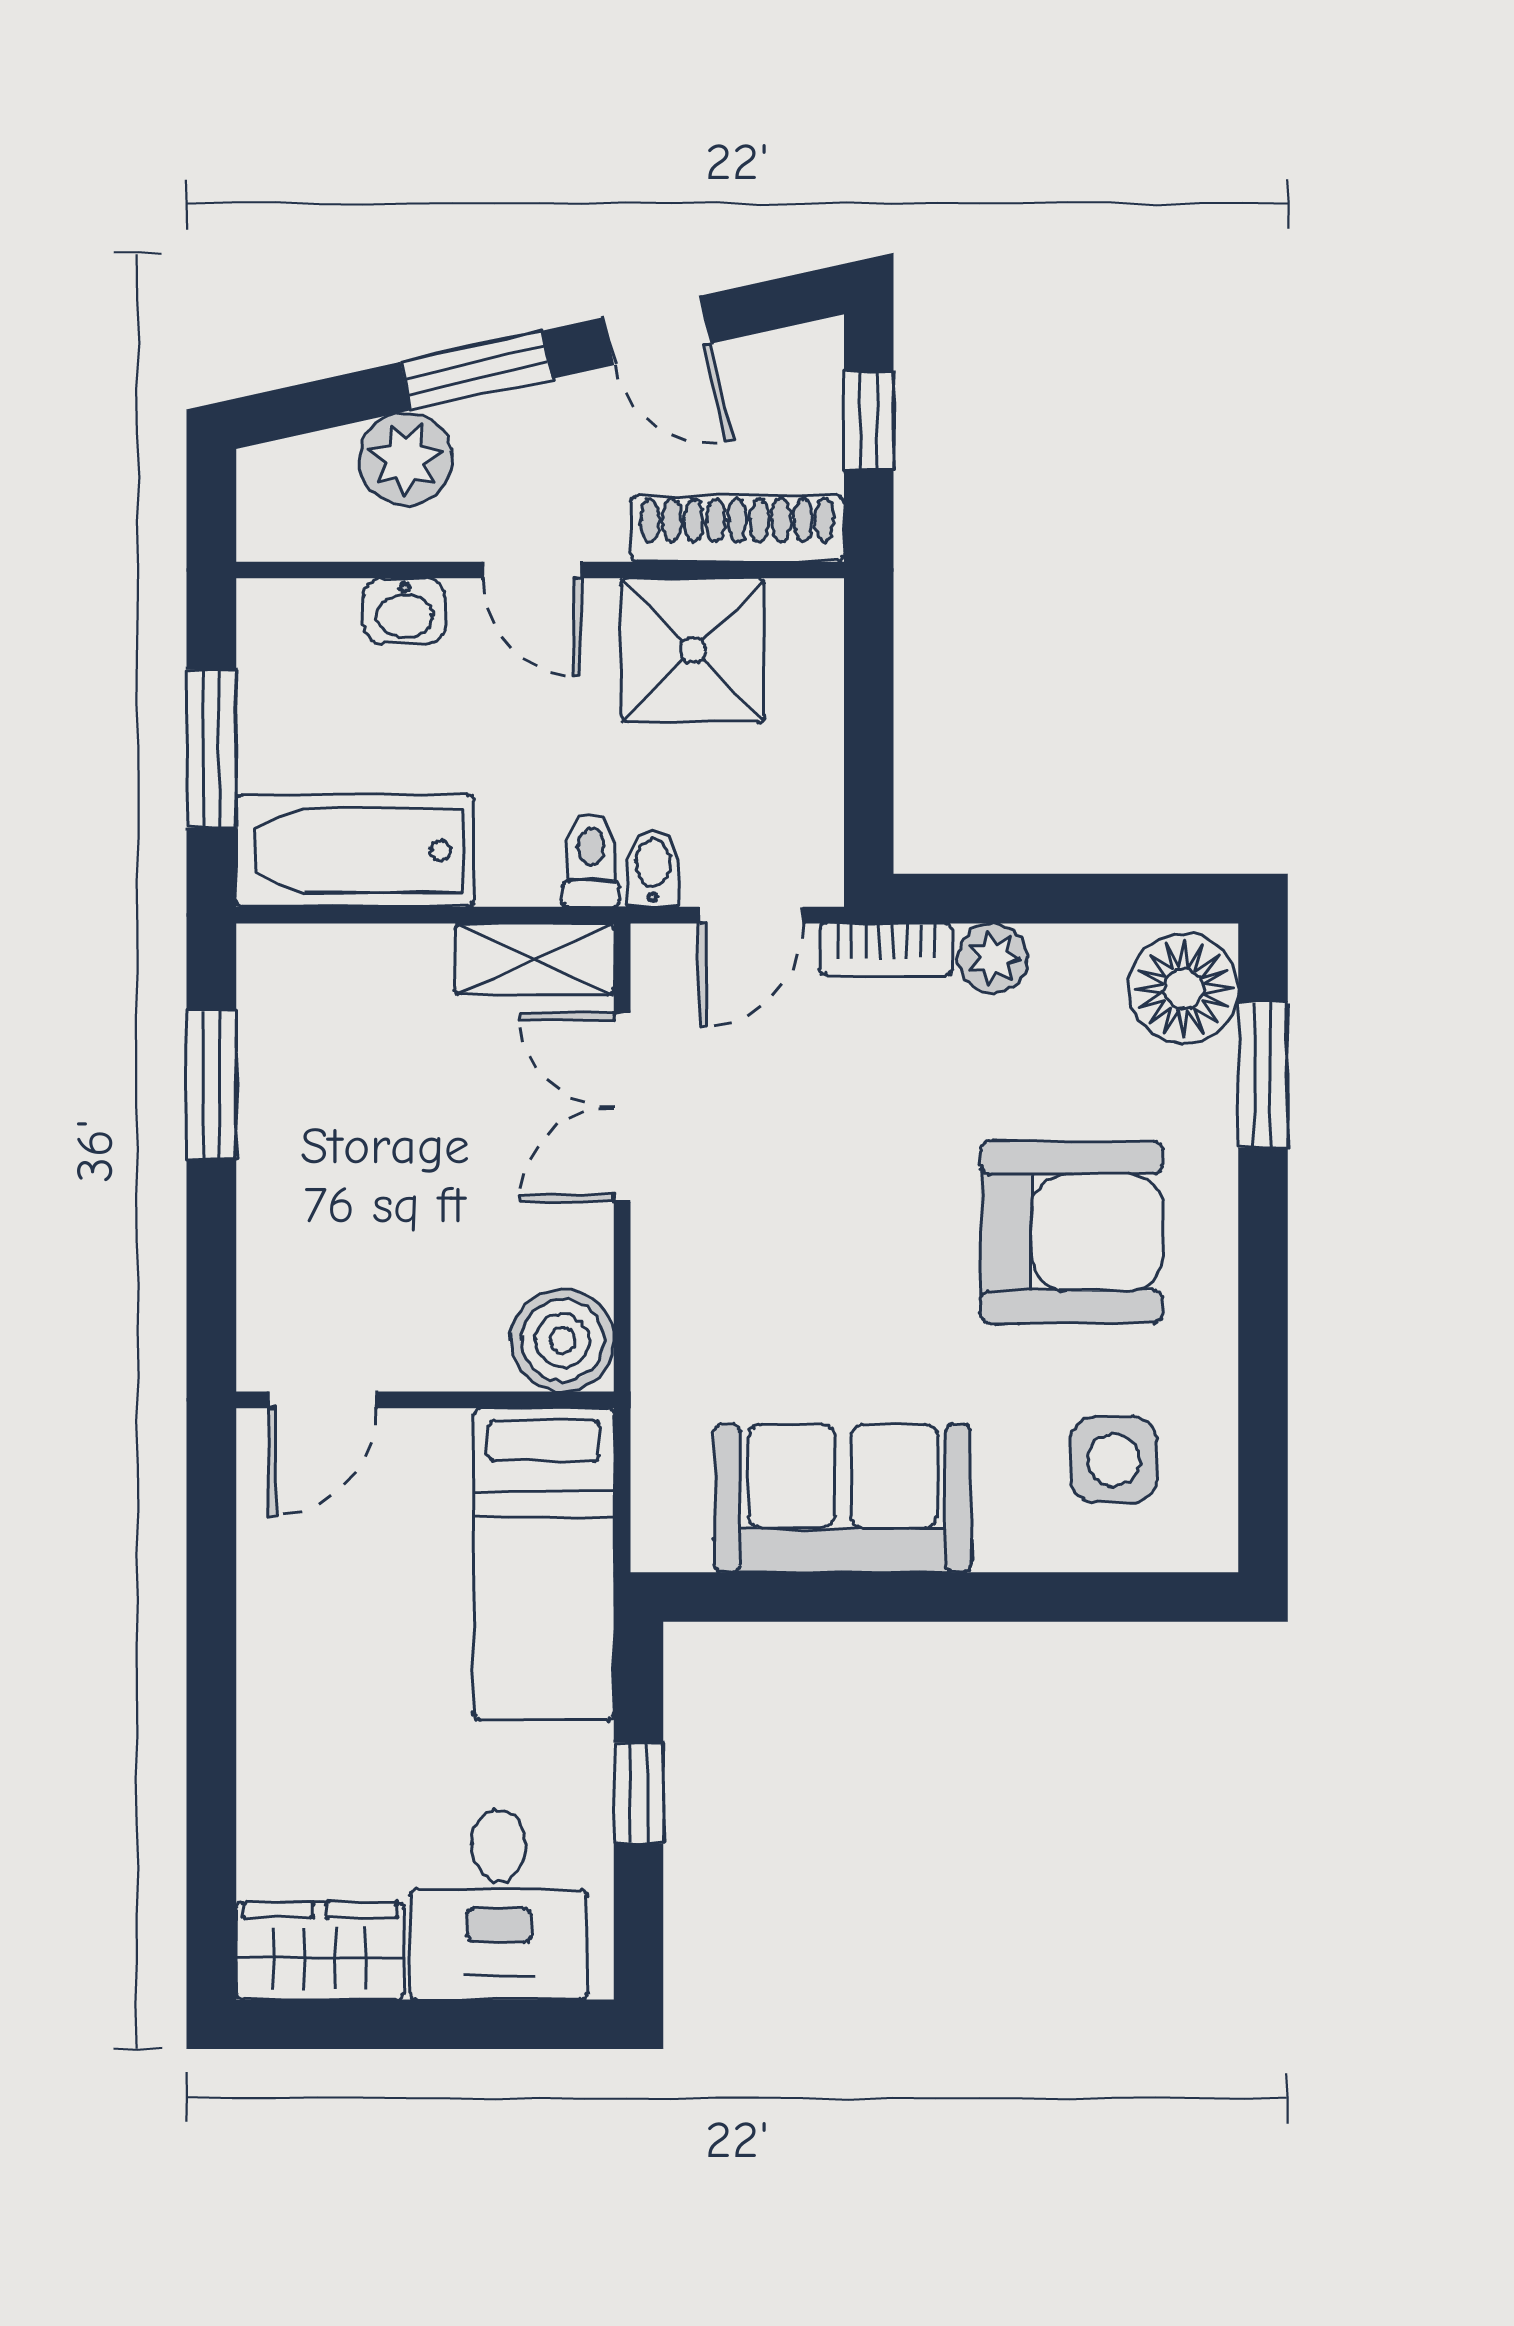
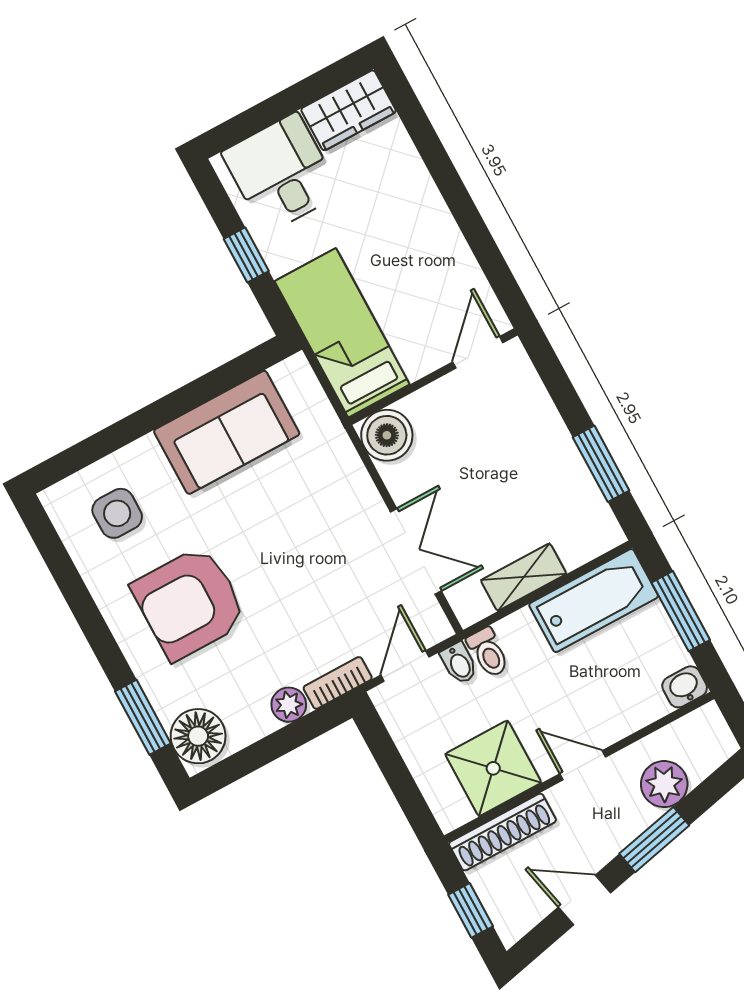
washbasin: (404, 611) -> (685, 687), moved
shelving: (535, 959) -> (524, 577), moved

